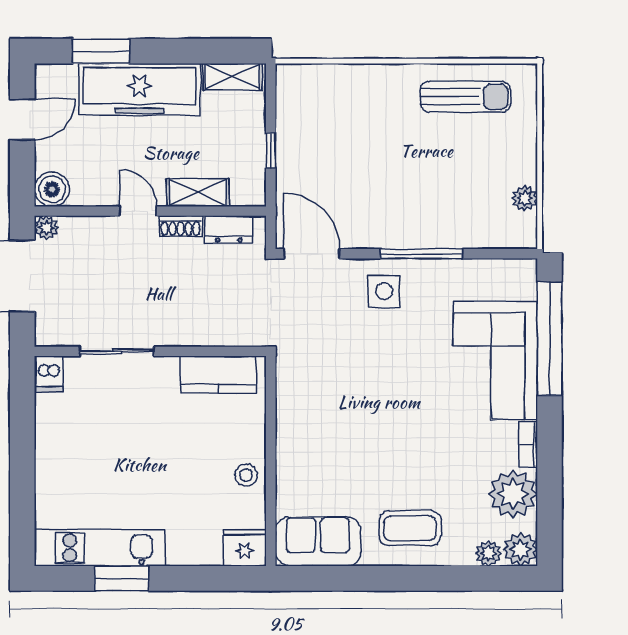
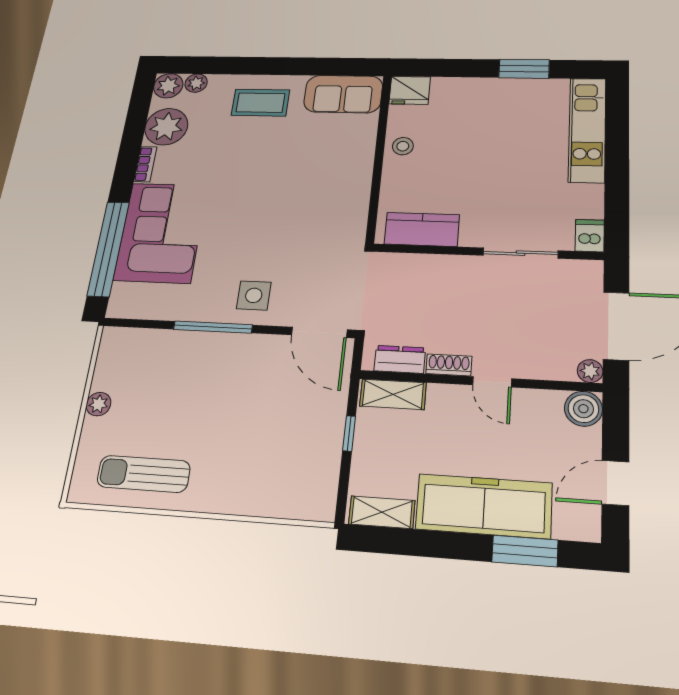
shelving: (198, 193) -> (393, 394), moved
plant: (525, 198) -> (99, 404), moved
kitchen unit: (100, 548) -> (587, 130), moved, turned 90

